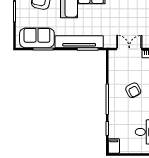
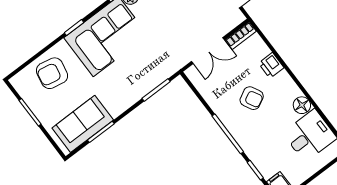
tv unit: (79, 42) -> (139, 89), removed
double door: (129, 49) -> (208, 51), swing flipped

